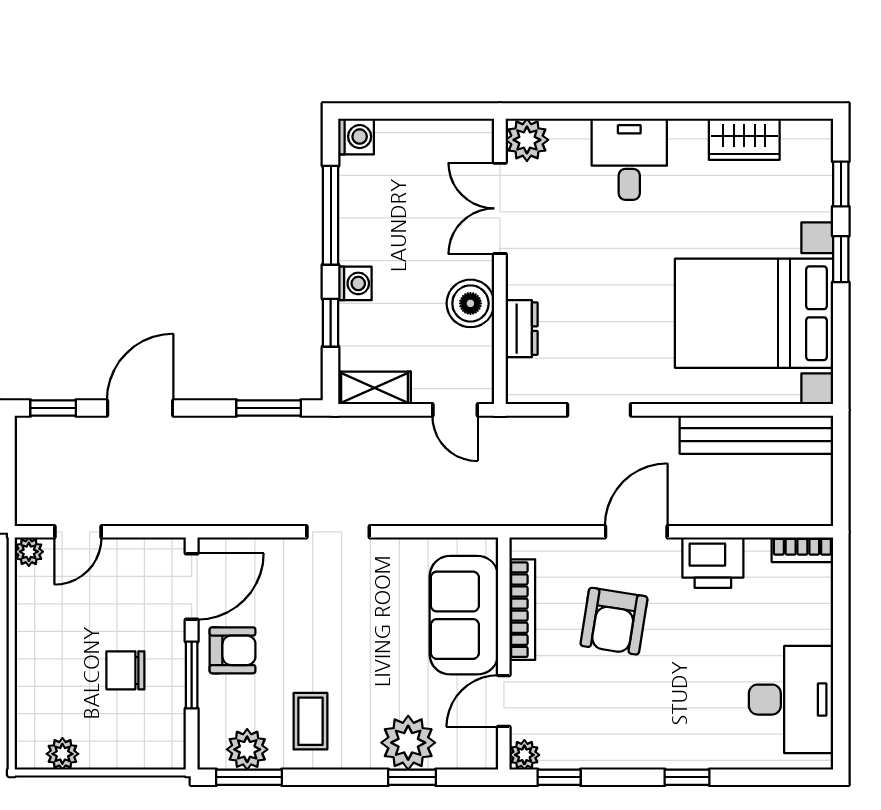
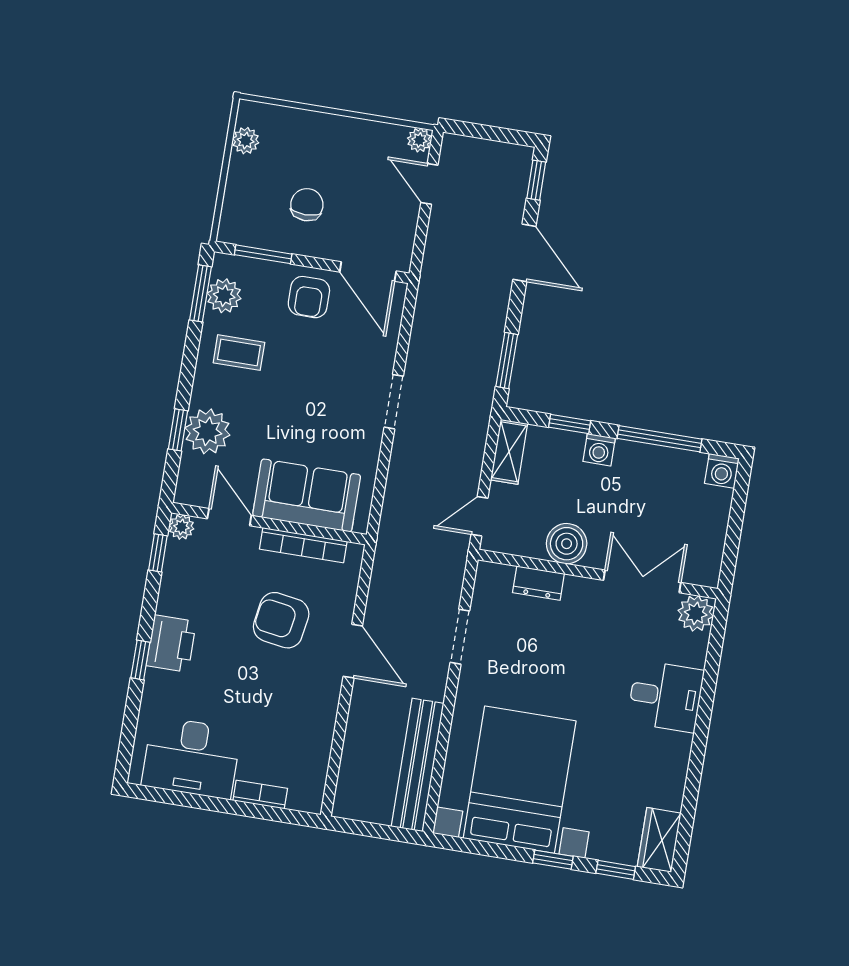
wardrobe: (744, 139) -> (659, 840), moved
bookcase: (802, 550) -> (260, 795), moved, turned 90
printer: (713, 563) -> (171, 644), moved, turned 180
window: (192, 675) -> (263, 254), moved

